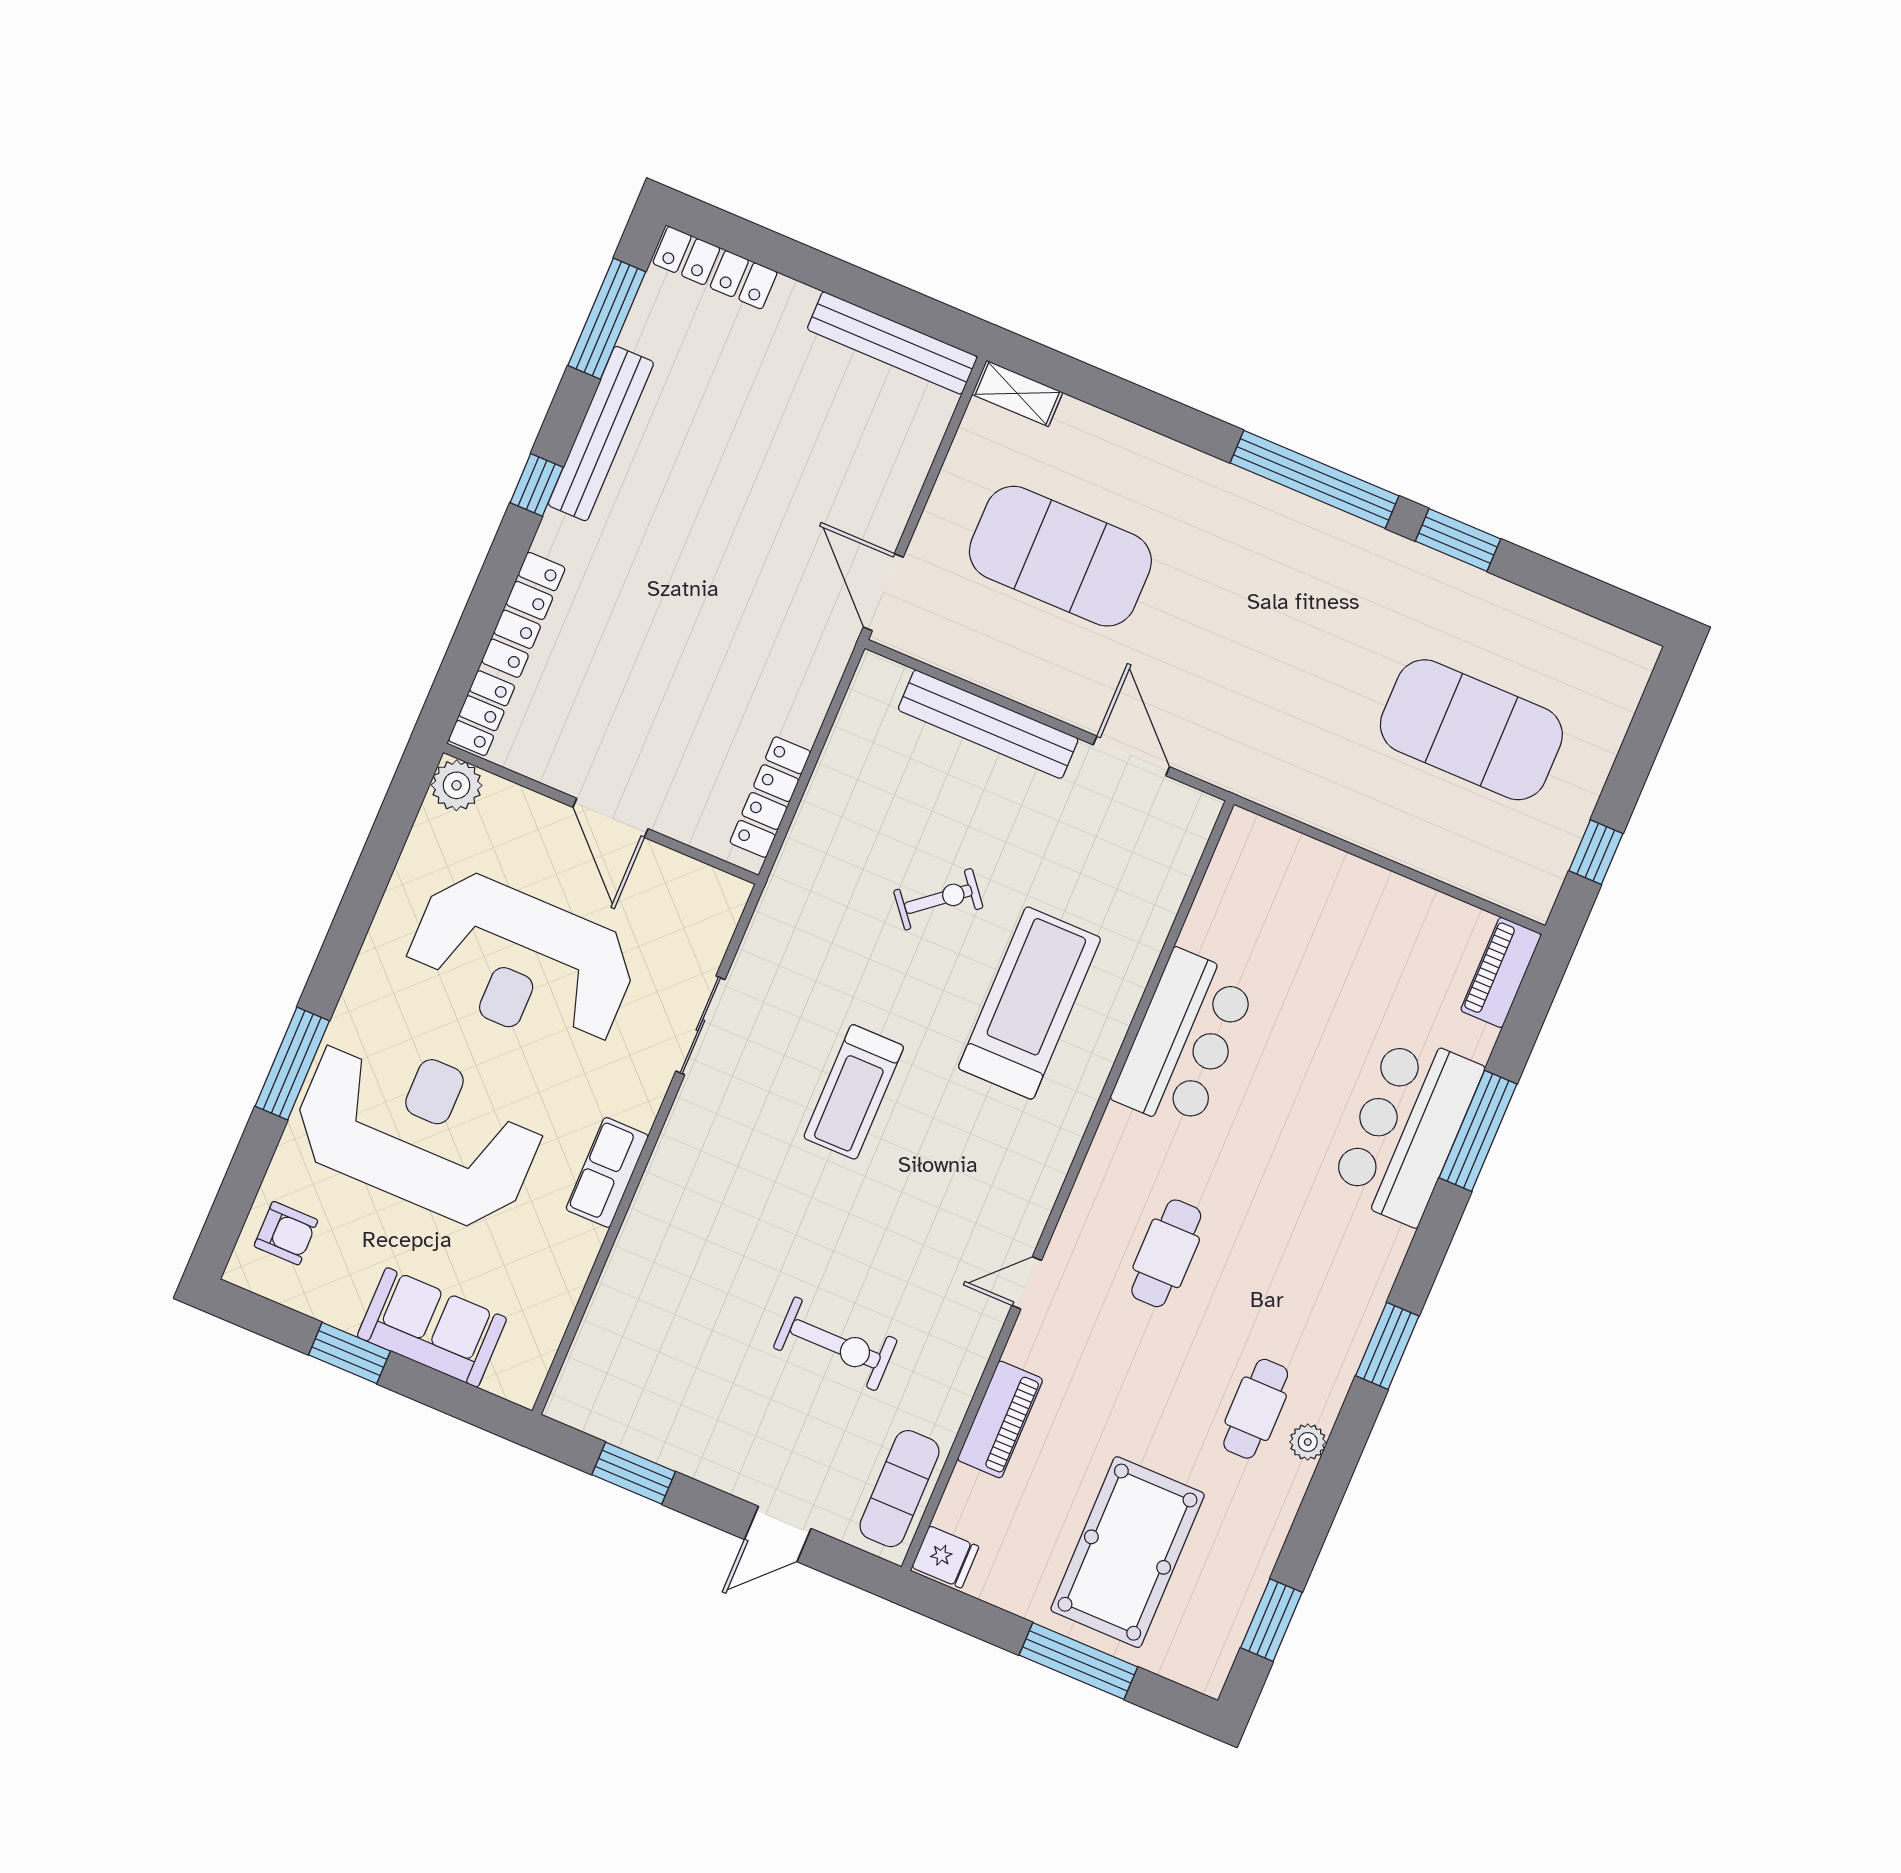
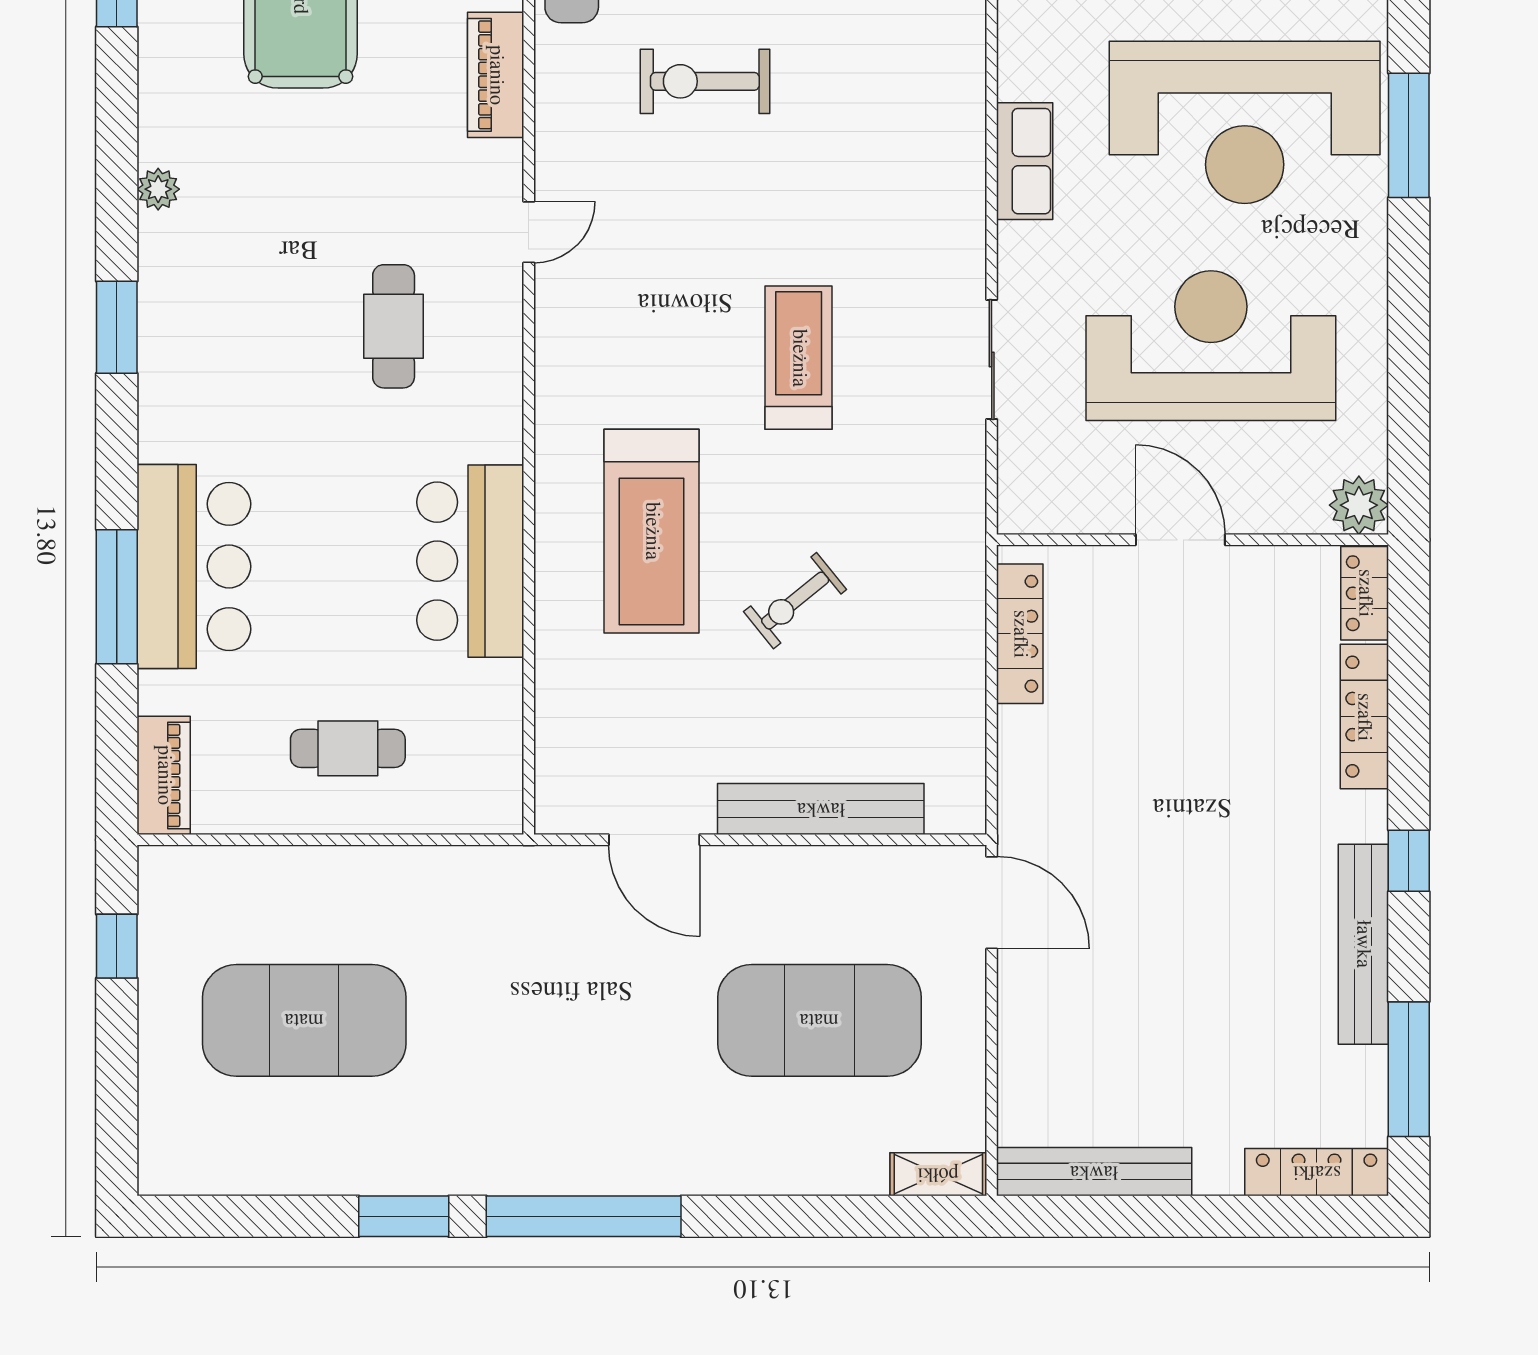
cafe table: (1256, 1409) -> (348, 748), moved, turned 90

